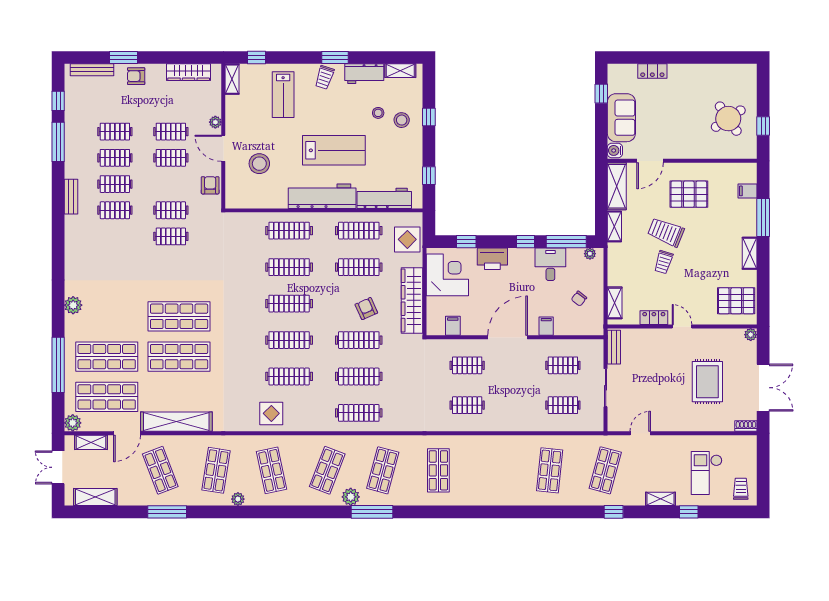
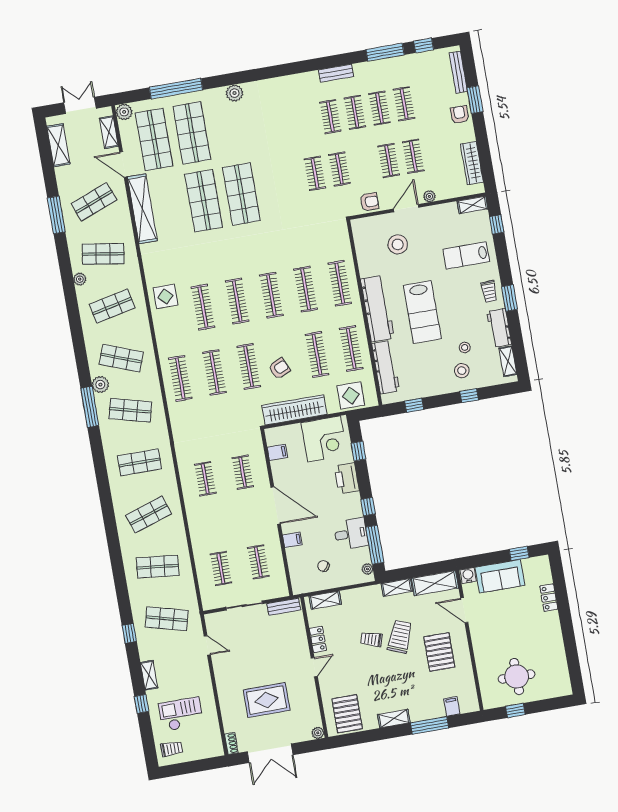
trolley: (324, 77) -> (489, 291), turned -110
round table: (728, 119) -> (517, 677), turned 34
shop shelf: (494, 470) -> (149, 515), added

